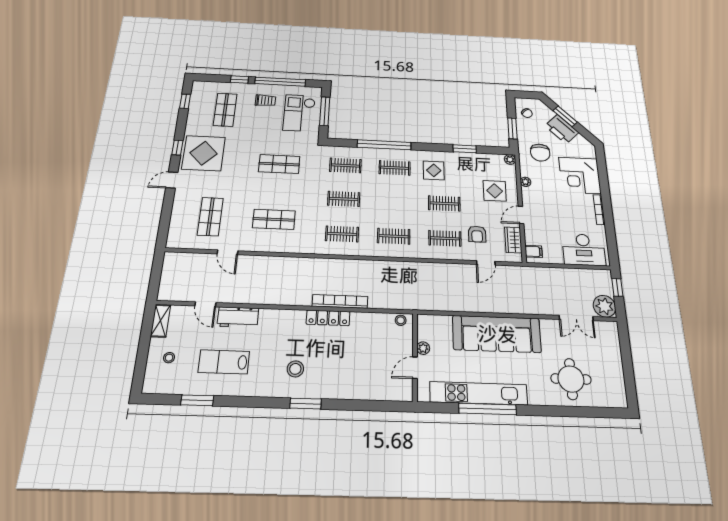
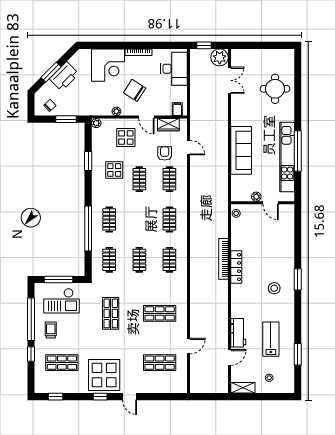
chair: (540, 153) -> (135, 90), moved, turned -147
display table: (434, 170) -> (114, 170), moved
shop shelf: (274, 219) -> (160, 313), turned 90
armchair: (477, 234) -> (165, 153), turned -90
sofa: (497, 334) -> (241, 150), width x0.74, depth x0.79
lab bench: (224, 362) -> (271, 339), turned 180

